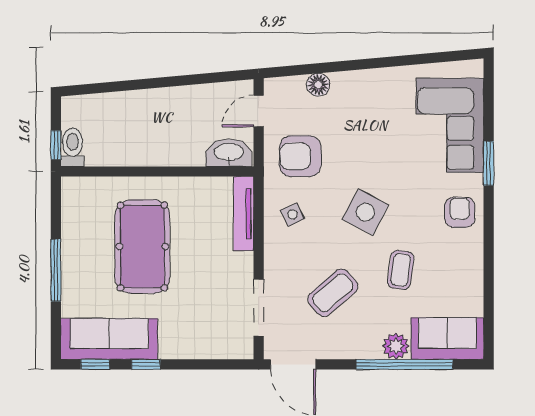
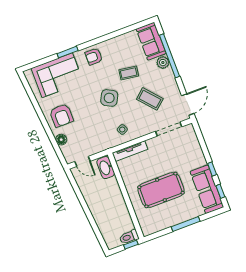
armchair: (300, 156) -> (61, 115), moved

